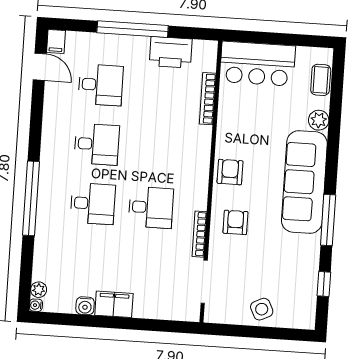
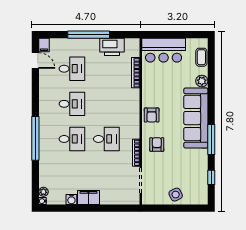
armchair: (230, 172) -> (152, 115), turned 180

